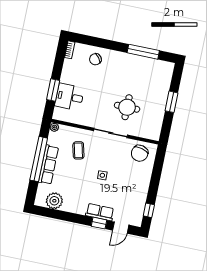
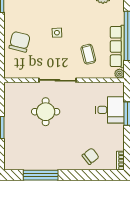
chair: (140, 153) -> (20, 42), moved
row of seats: (49, 165) -> (117, 46), moved

